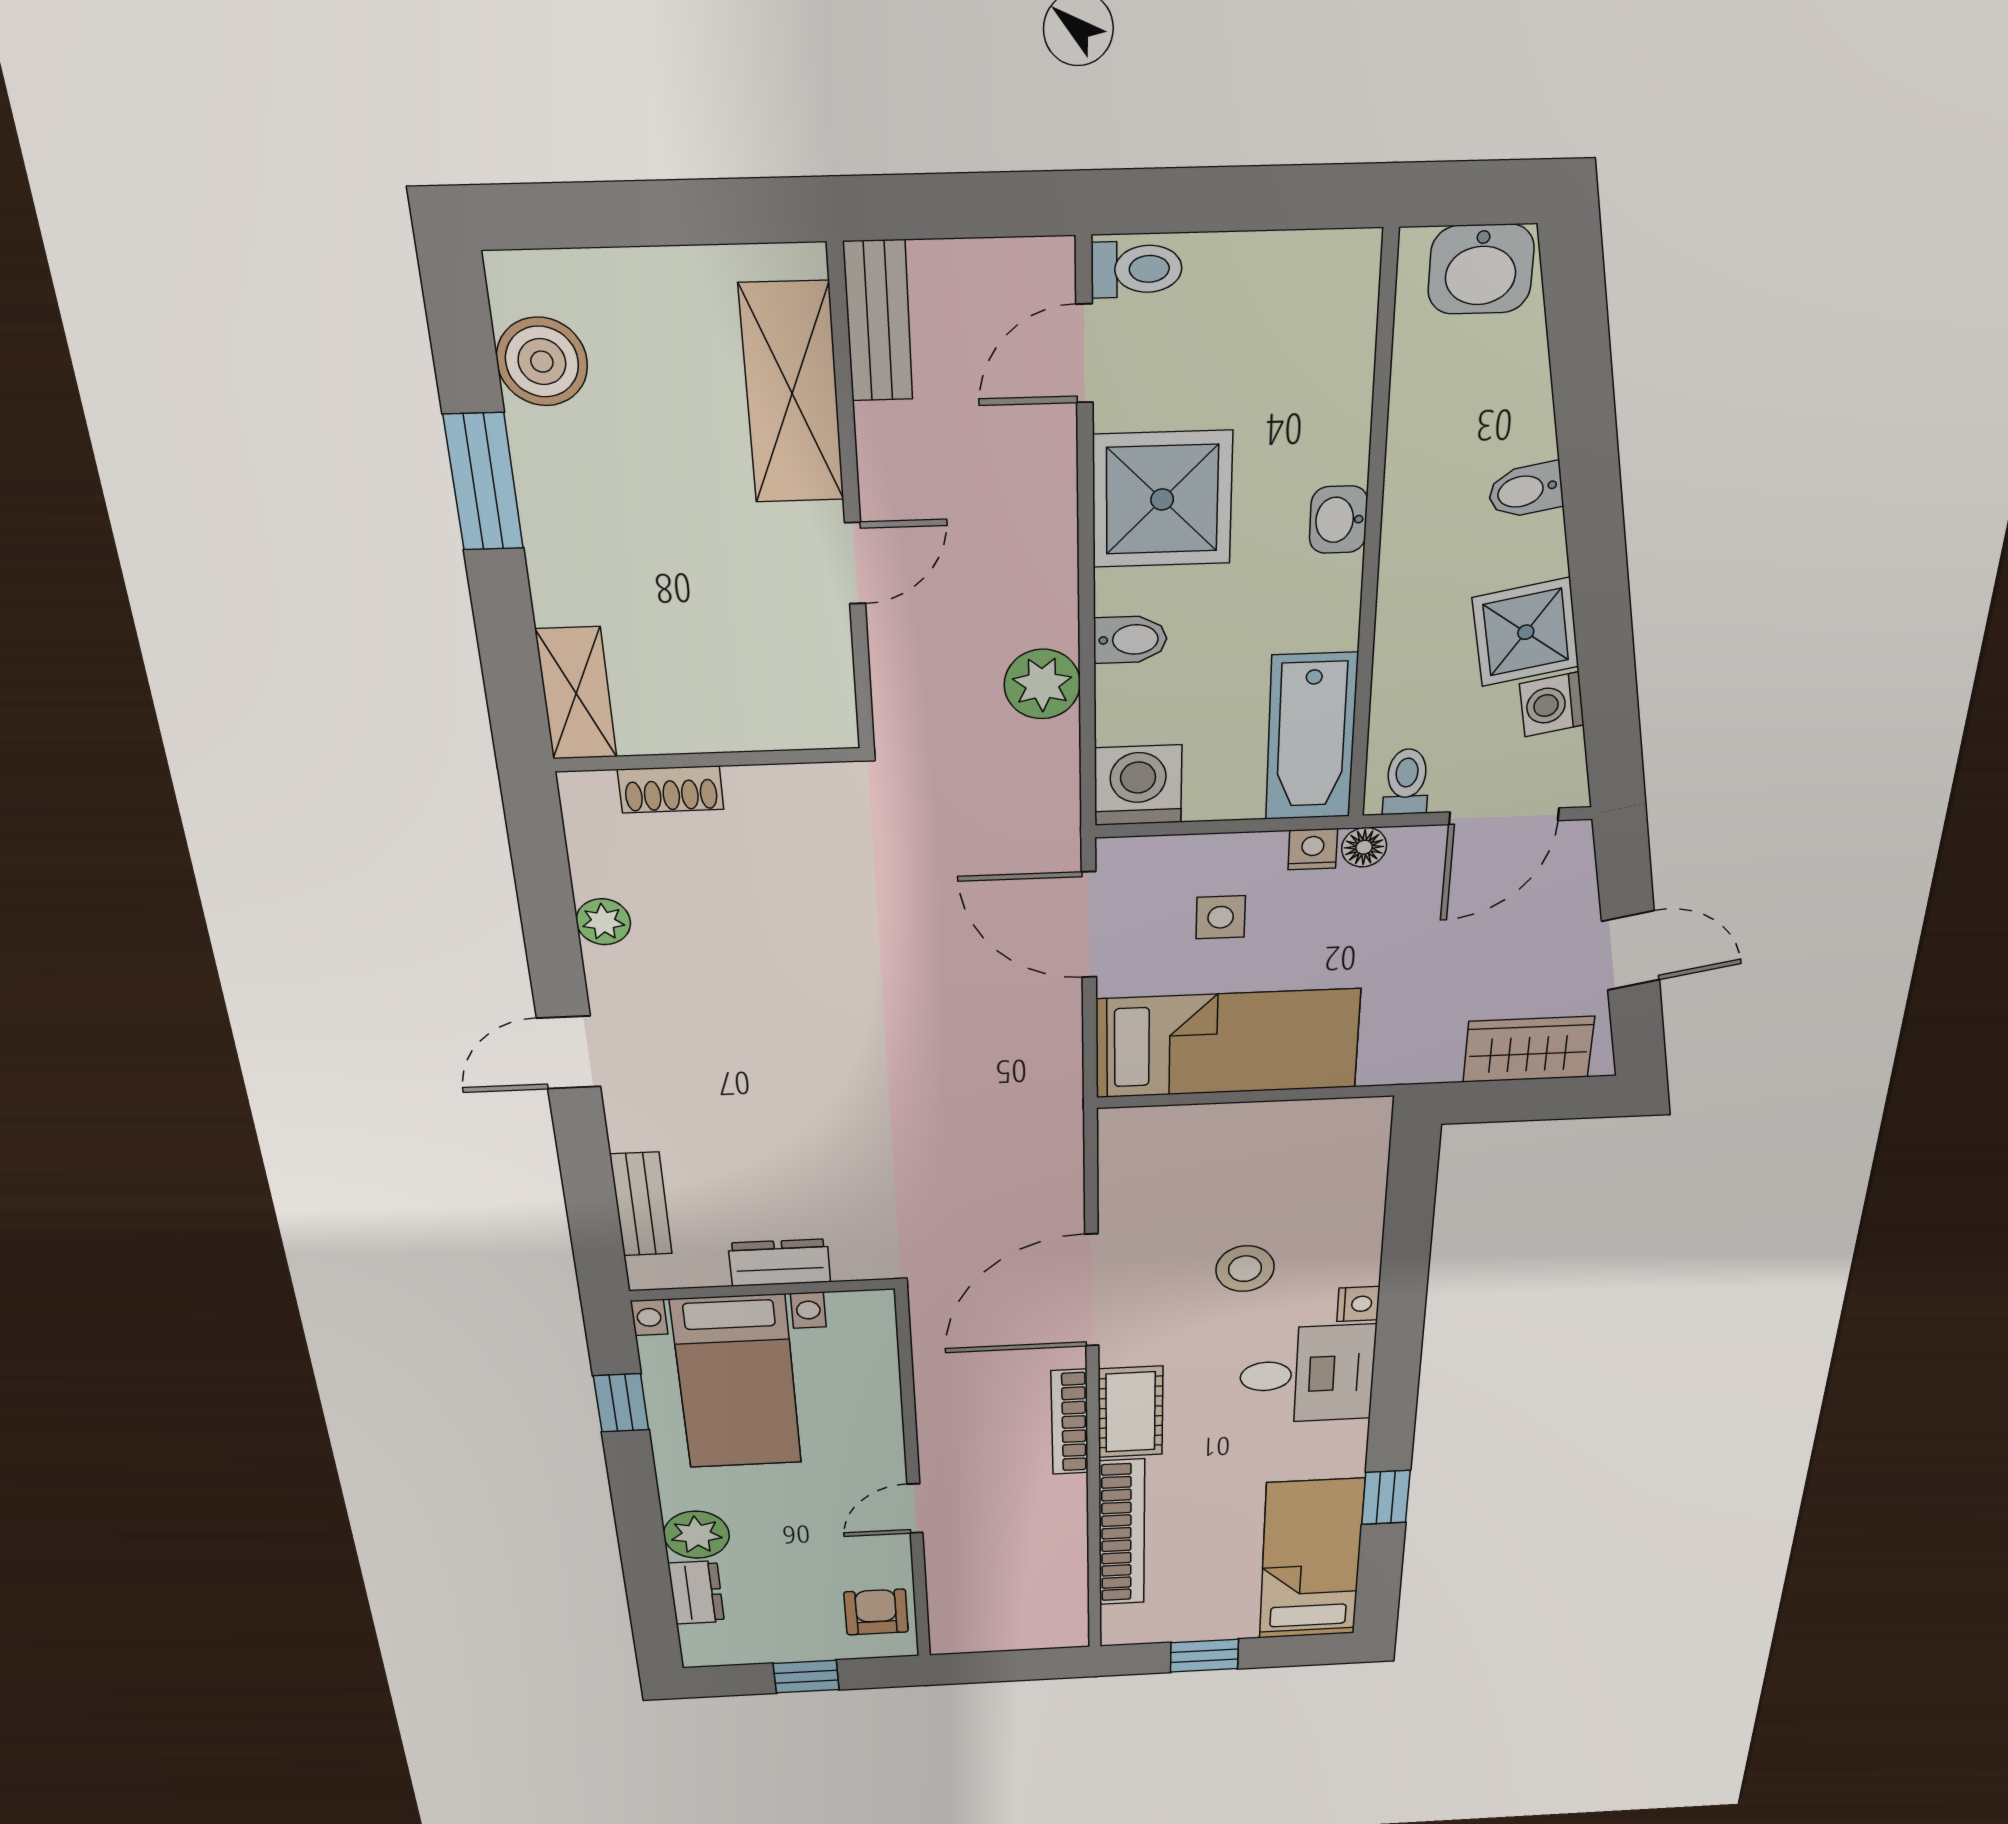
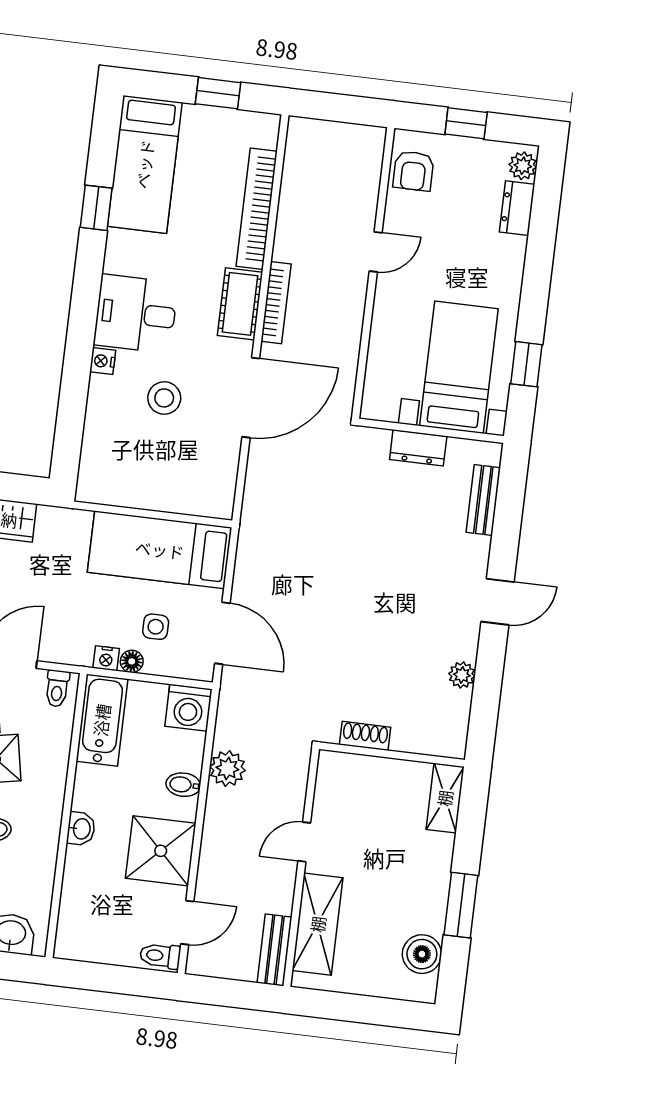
shoe rack: (671, 789) -> (365, 736), moved
floor lamp: (1364, 847) -> (132, 661), moved
plant: (696, 1535) -> (523, 166), moved, width x0.73, depth x0.73

